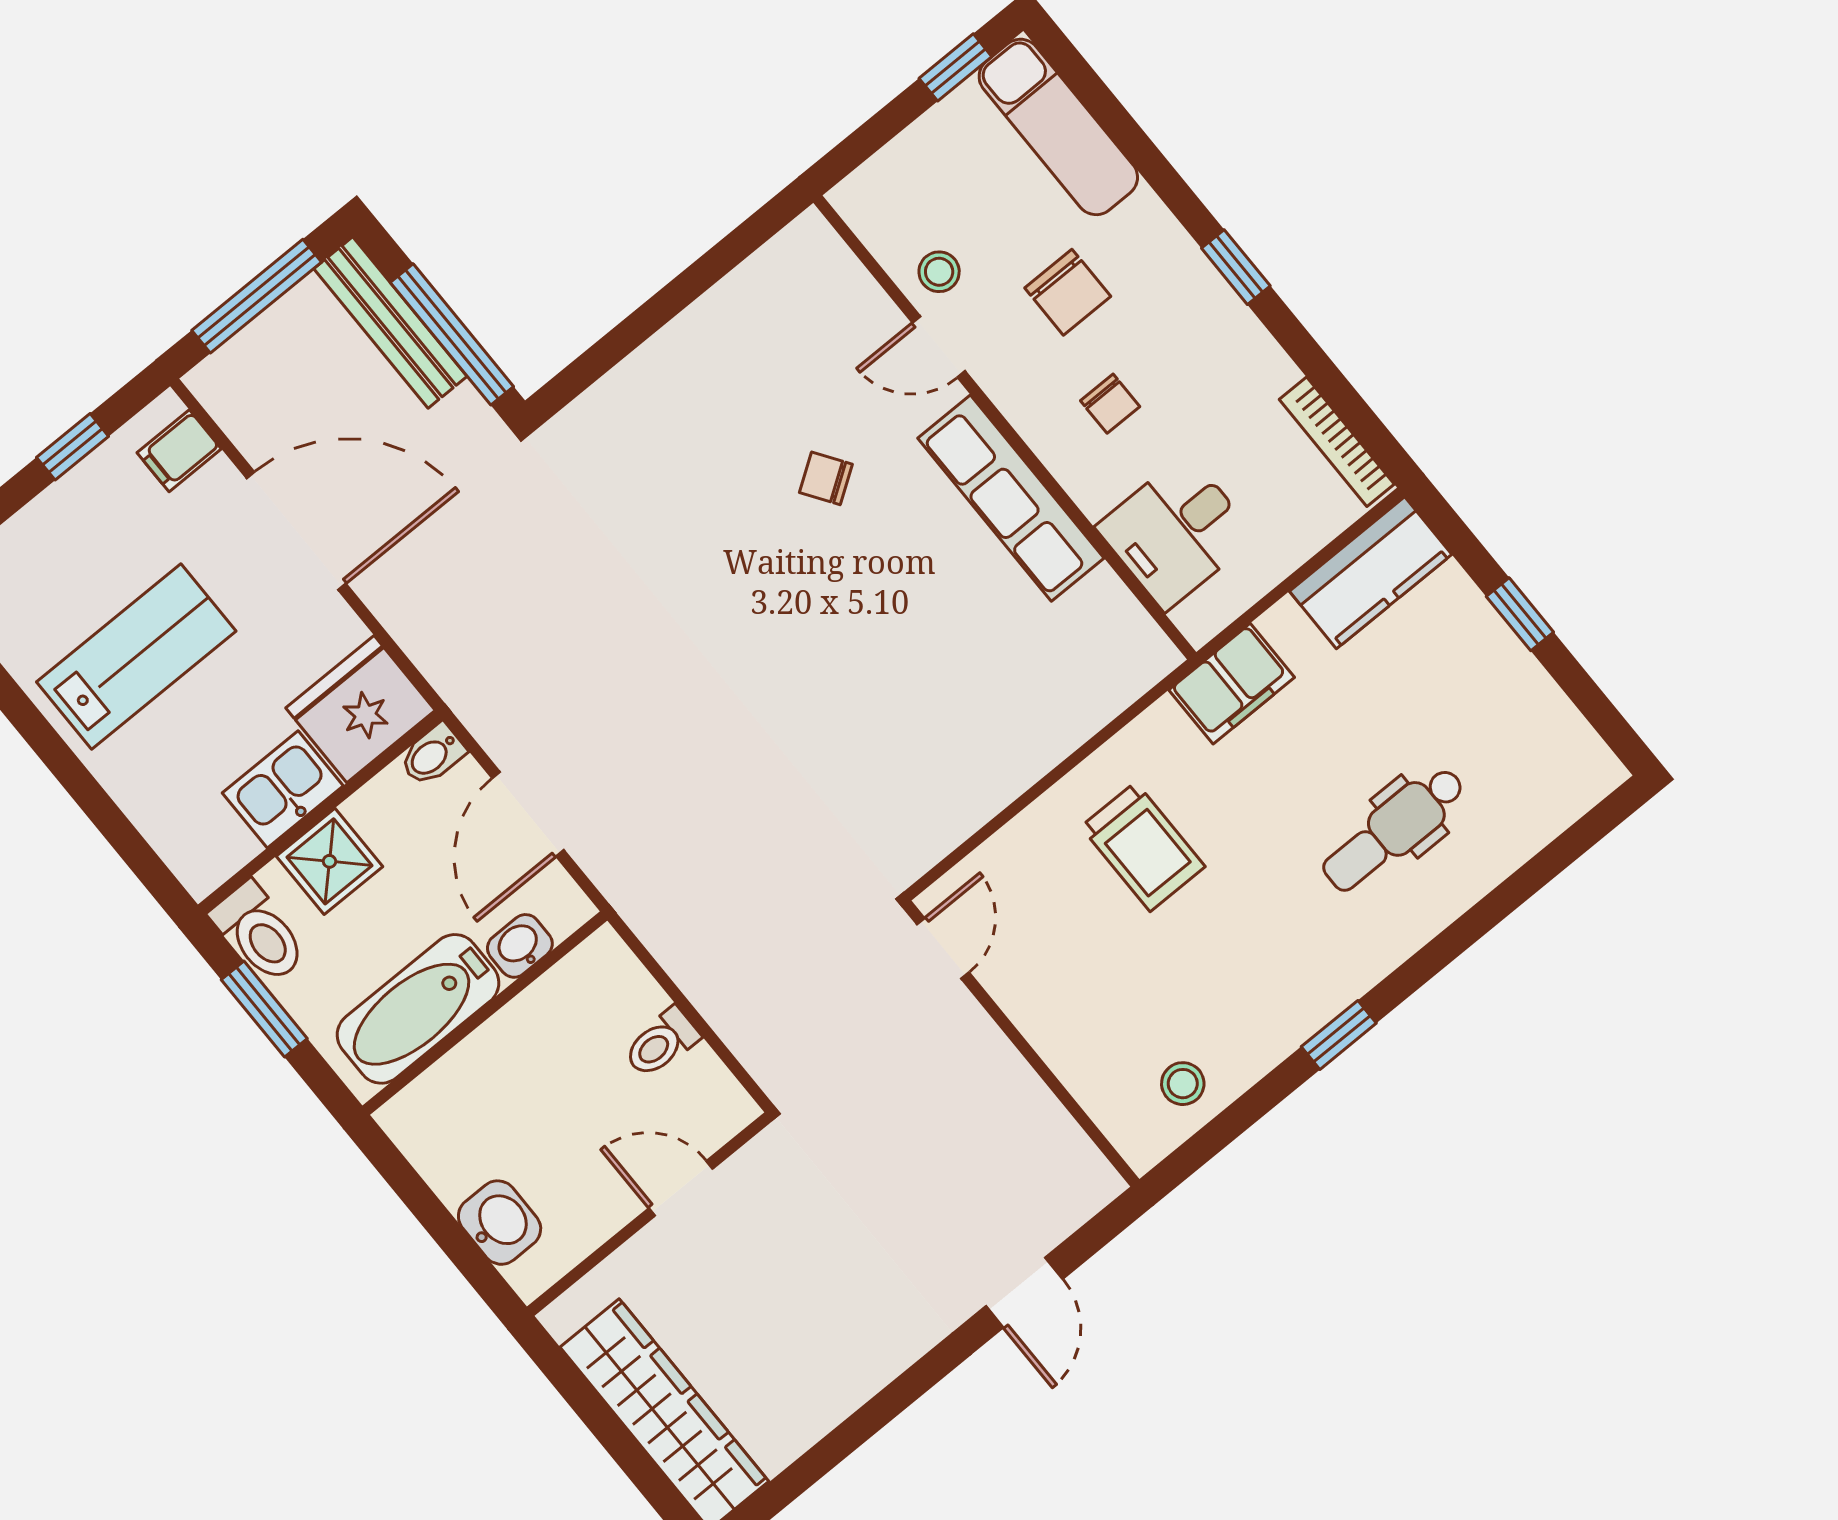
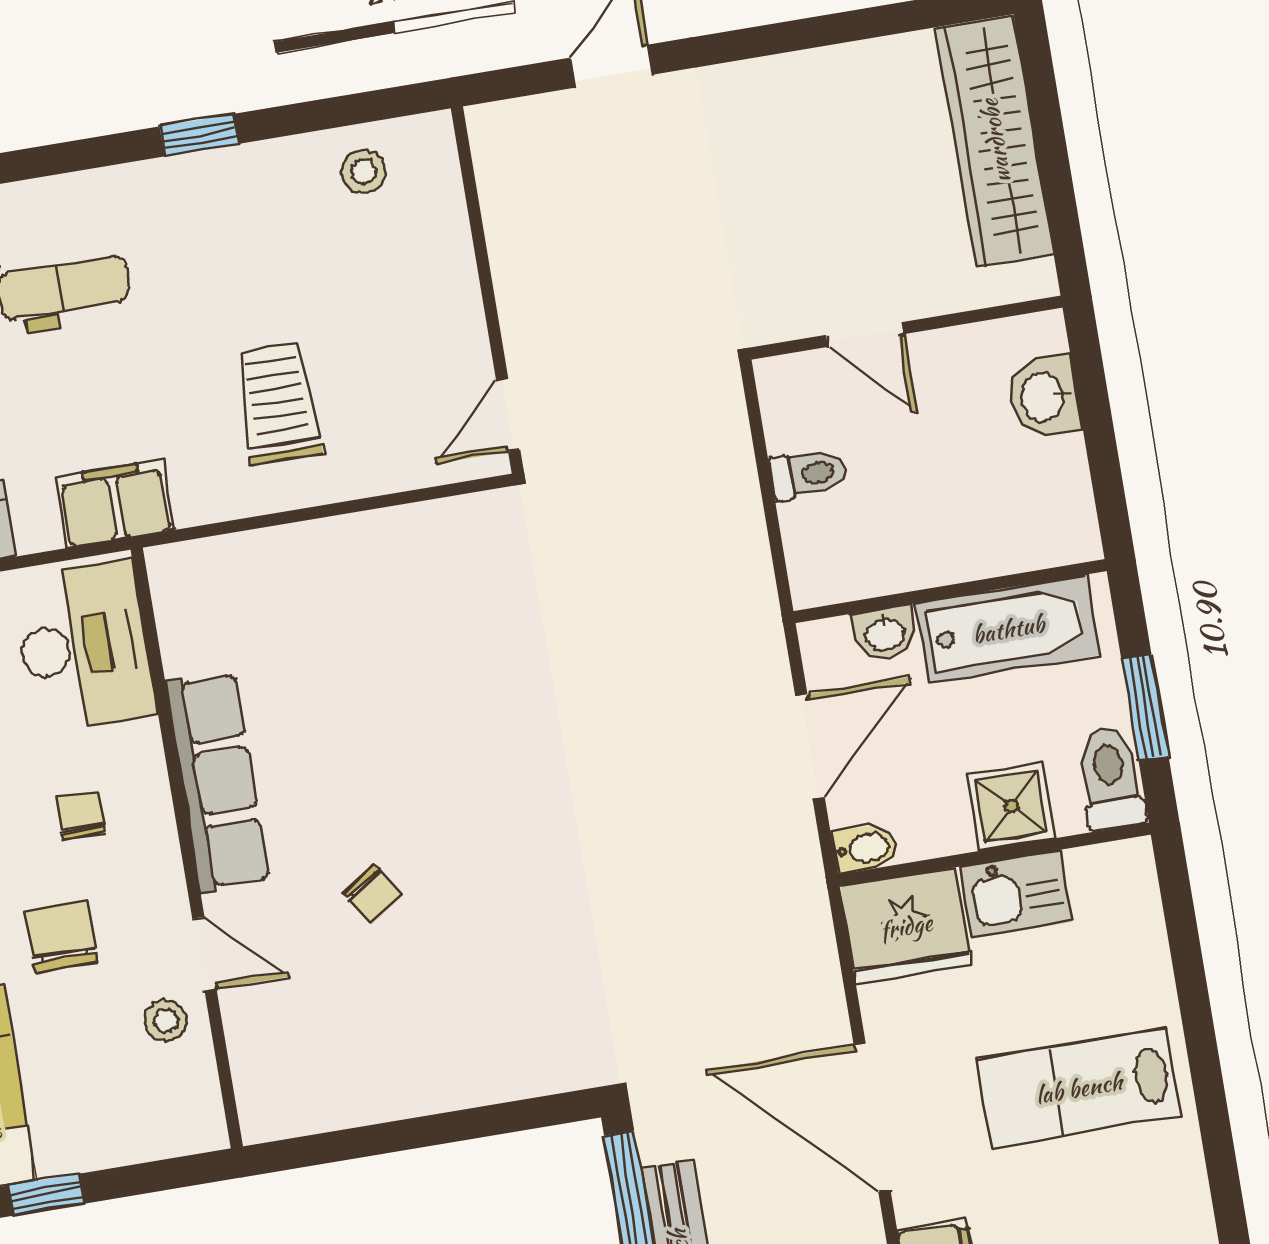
desk: (1176, 532) -> (84, 646), width x1.37

